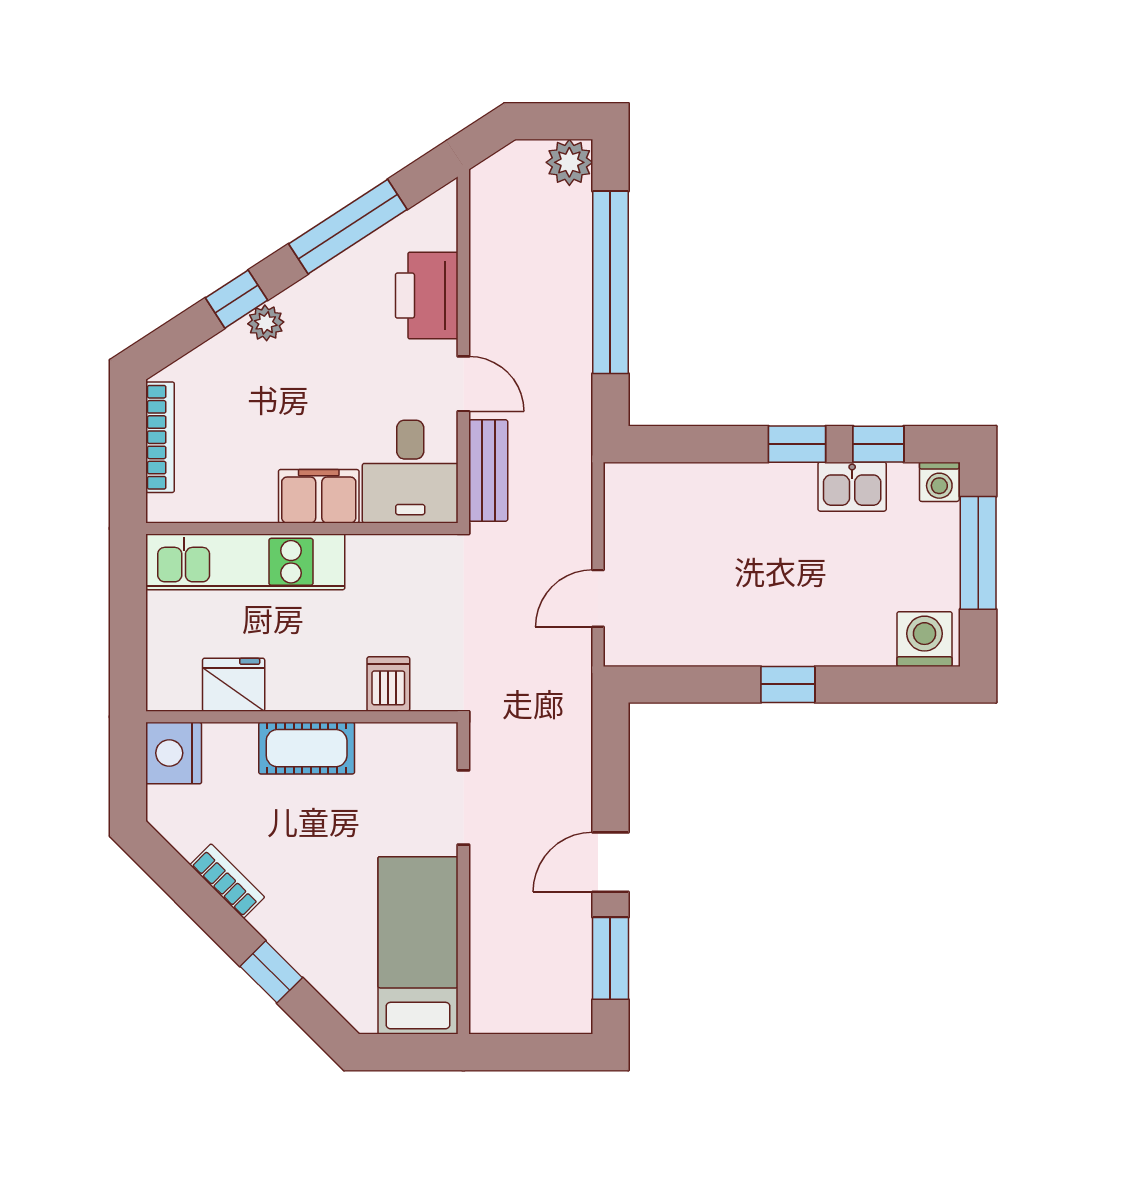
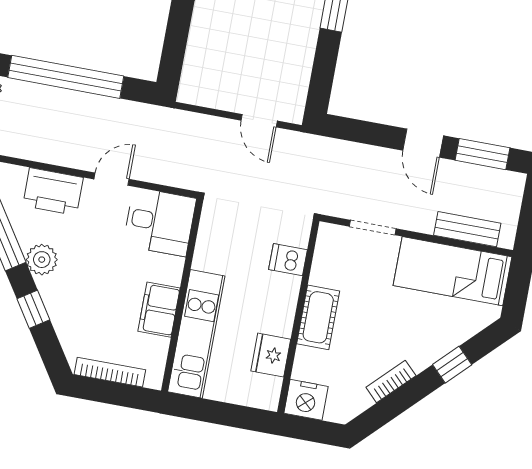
plant: (266, 323) -> (42, 260), moved, width x1.38, depth x1.38
bench: (488, 470) -> (467, 229), moved
filing cabinet: (319, 496) -> (159, 310), moved

